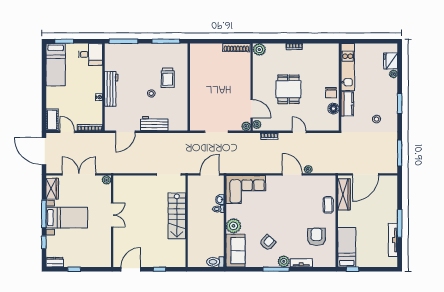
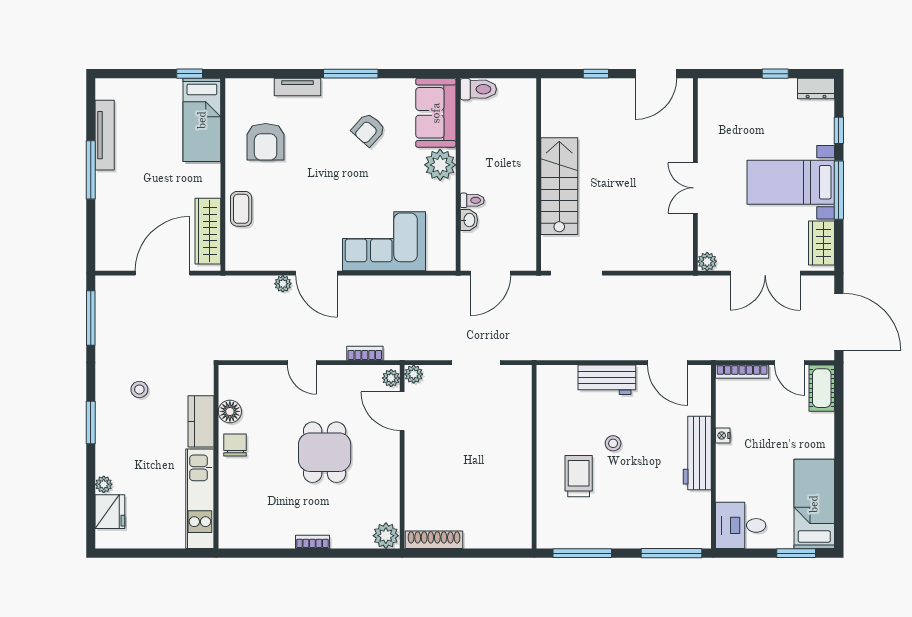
door: (125, 132) -> (668, 363), swing flipped
corner sofa: (246, 190) -> (384, 241), moved
plant: (284, 261) -> (334, 90), removed

